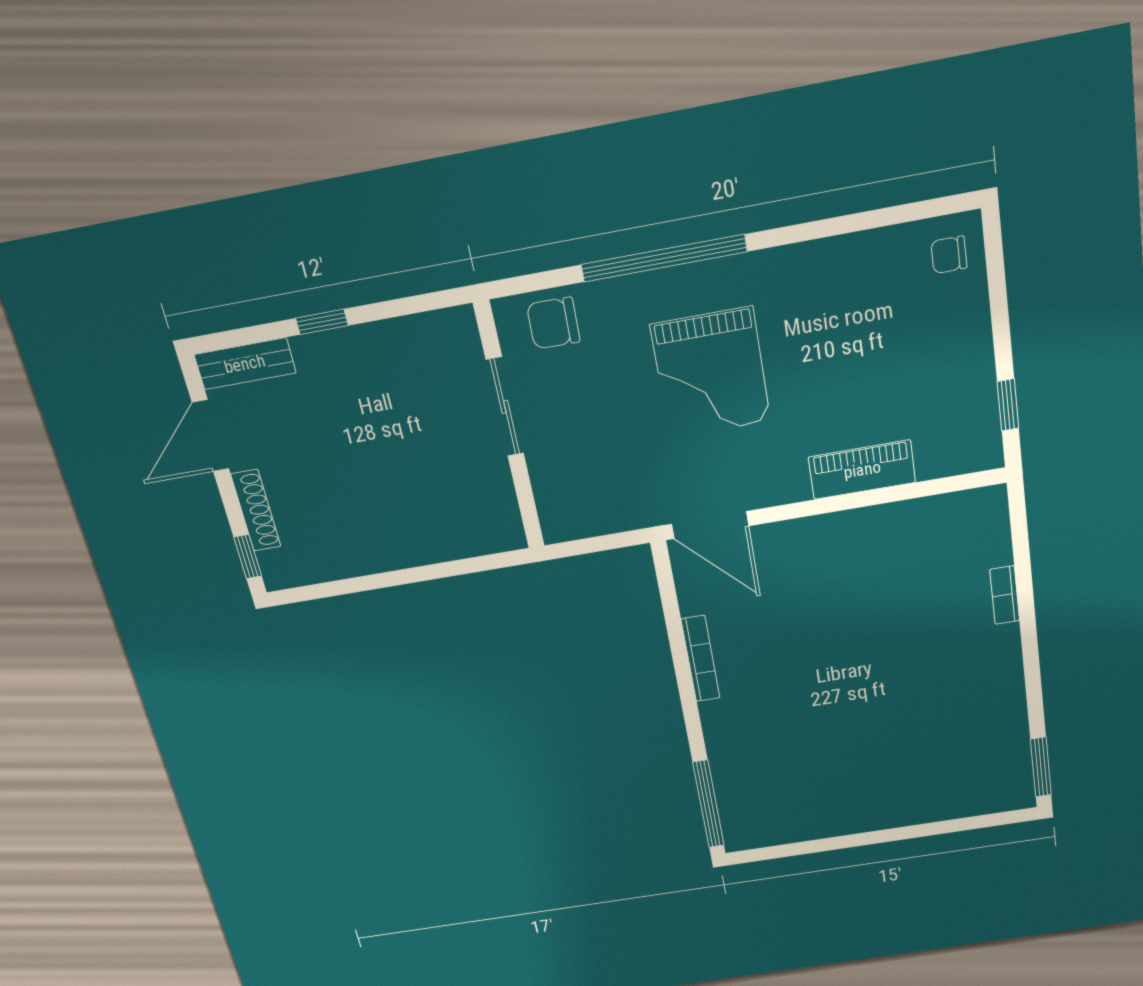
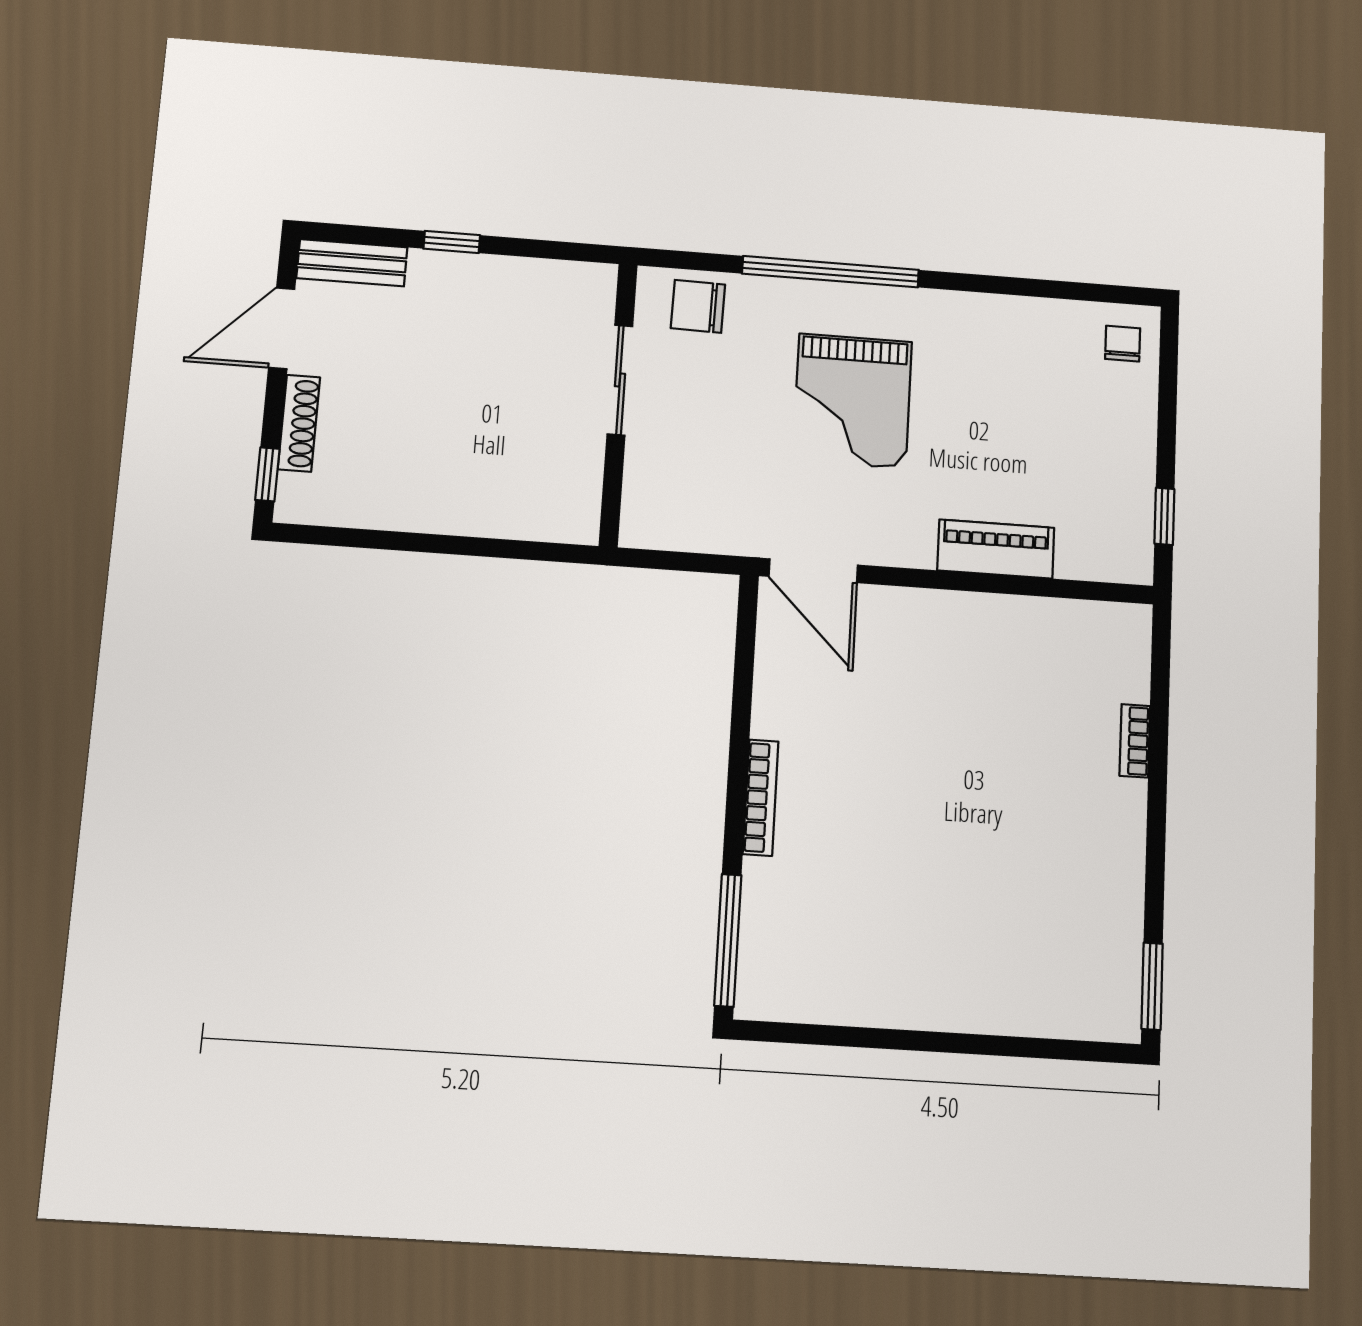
chair: (949, 255) -> (1123, 344), turned 90
bookcase: (700, 659) -> (761, 798), moved

